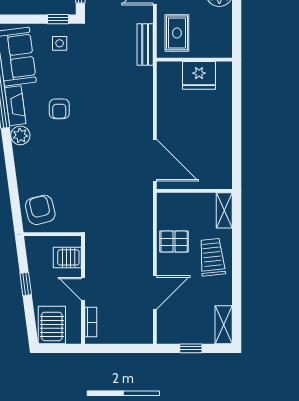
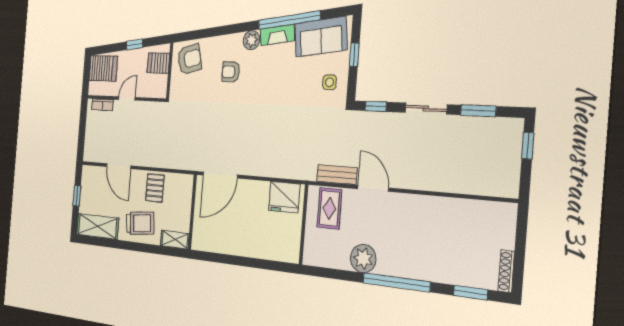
window: (58, 19) -> (354, 55), moved
rug: (177, 33) -> (329, 208), turned 90
bench: (145, 45) -> (337, 175), moved
fridge: (199, 75) -> (284, 197), moved, turned -90
armchair: (59, 109) -> (231, 72), moved
server rack: (67, 257) -> (158, 63), moved, turned -90
shelving: (224, 325) -> (98, 226), width x1.50, depth x1.33

